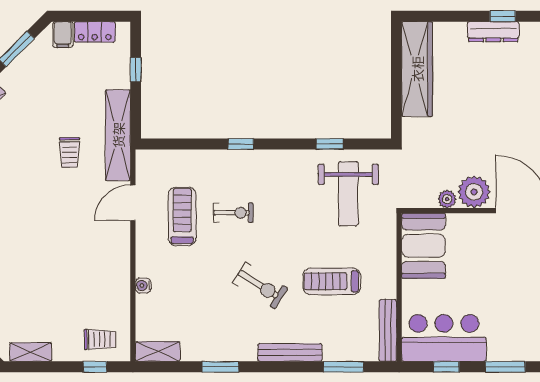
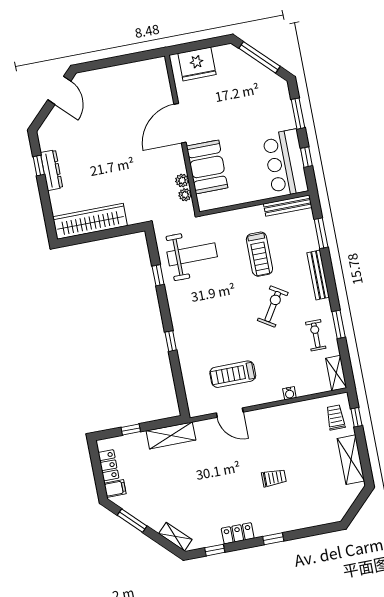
shelving: (118, 135) -> (171, 435), width x0.68
trolley: (69, 153) -> (274, 478), moved
plant: (474, 192) -> (185, 195), moved, width x0.53, depth x0.53
exercise bike: (233, 213) -> (316, 335), moved
booth: (424, 246) -> (207, 167), moved, turned 90
shelving: (31, 352) -> (351, 460), width x1.50, depth x1.33

